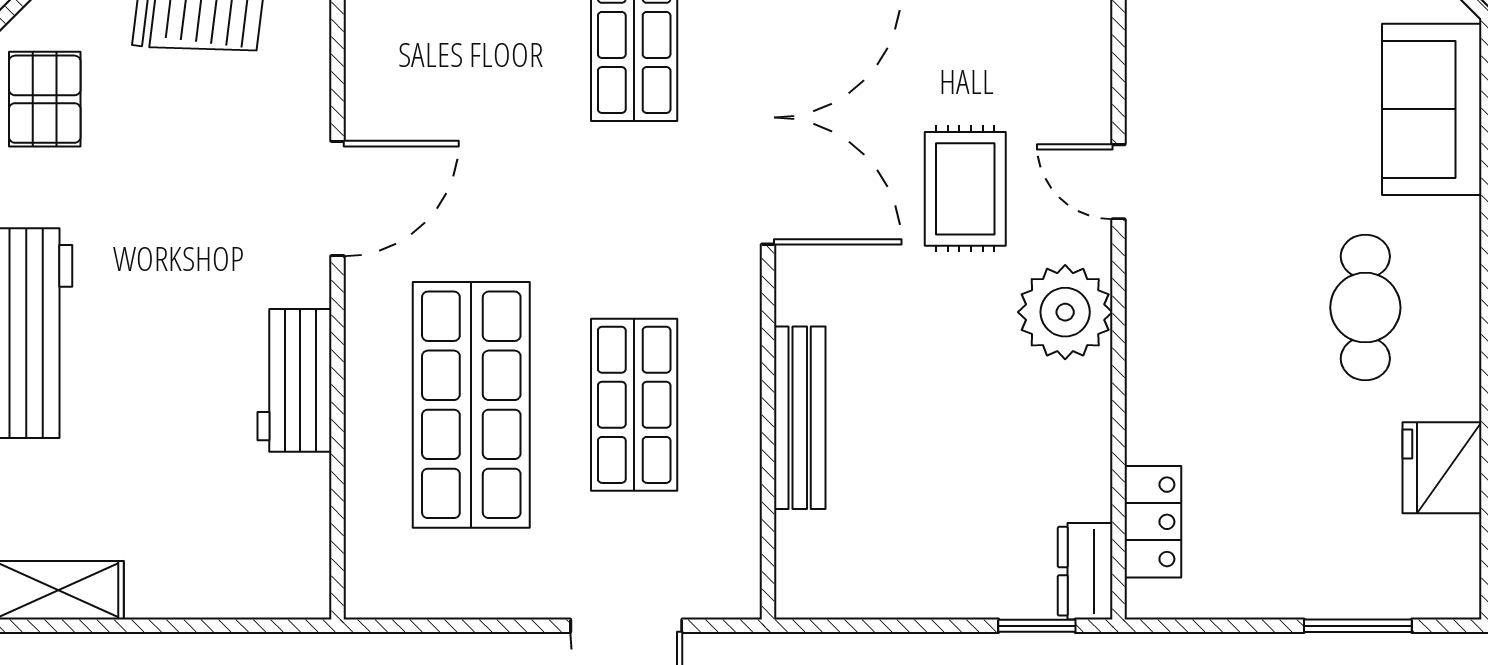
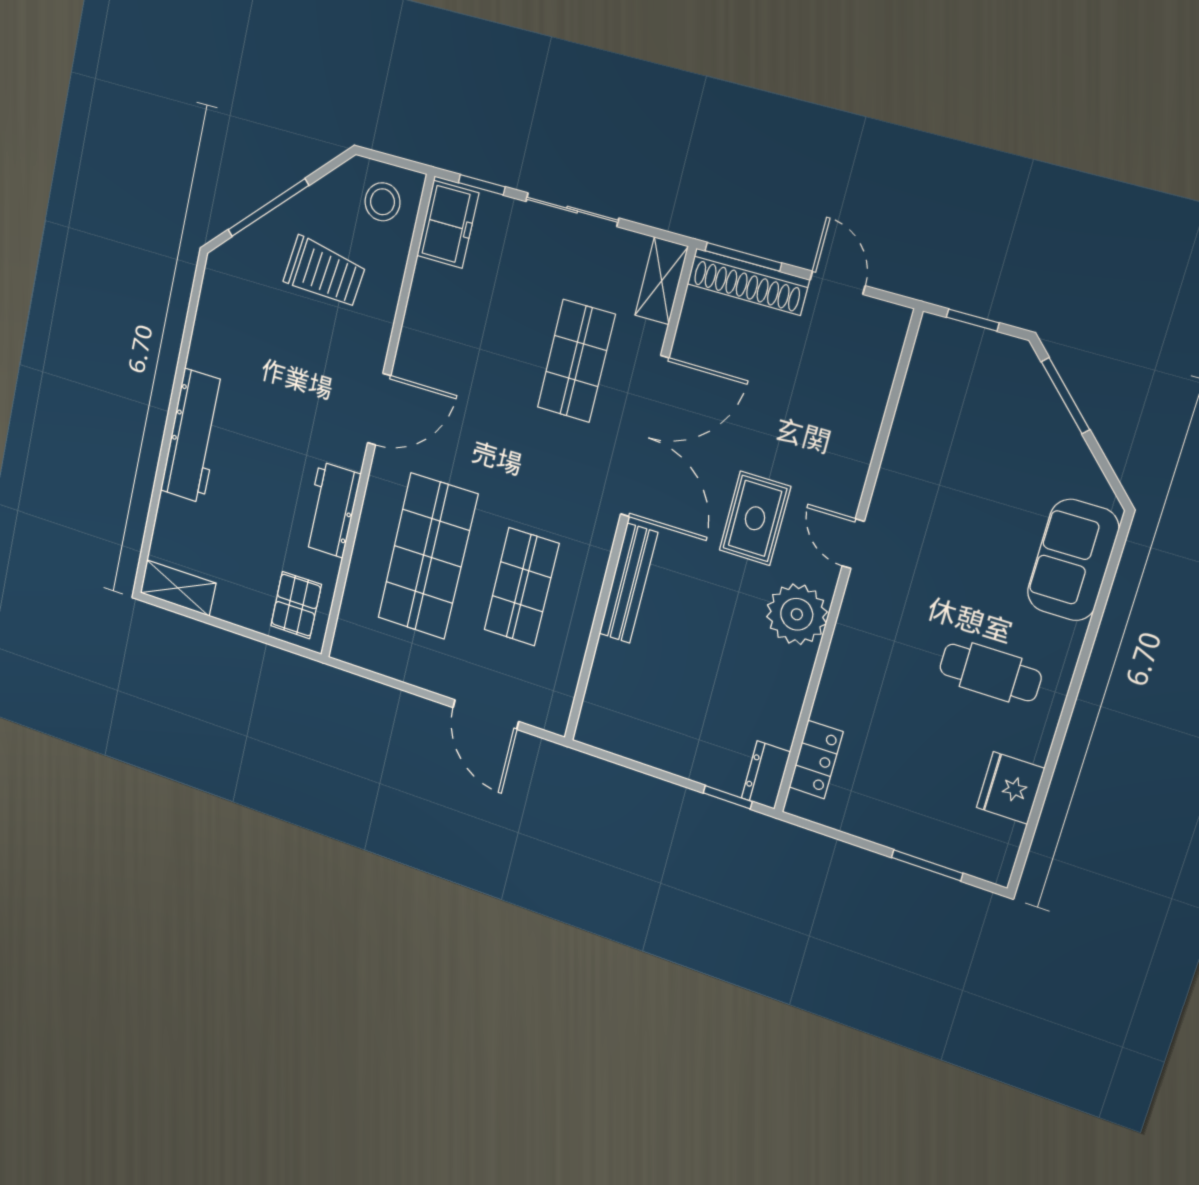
pallet: (45, 99) -> (296, 605), moved
cafe table: (1365, 308) -> (990, 672), turned 90
bench: (800, 418) -> (628, 583), moved

